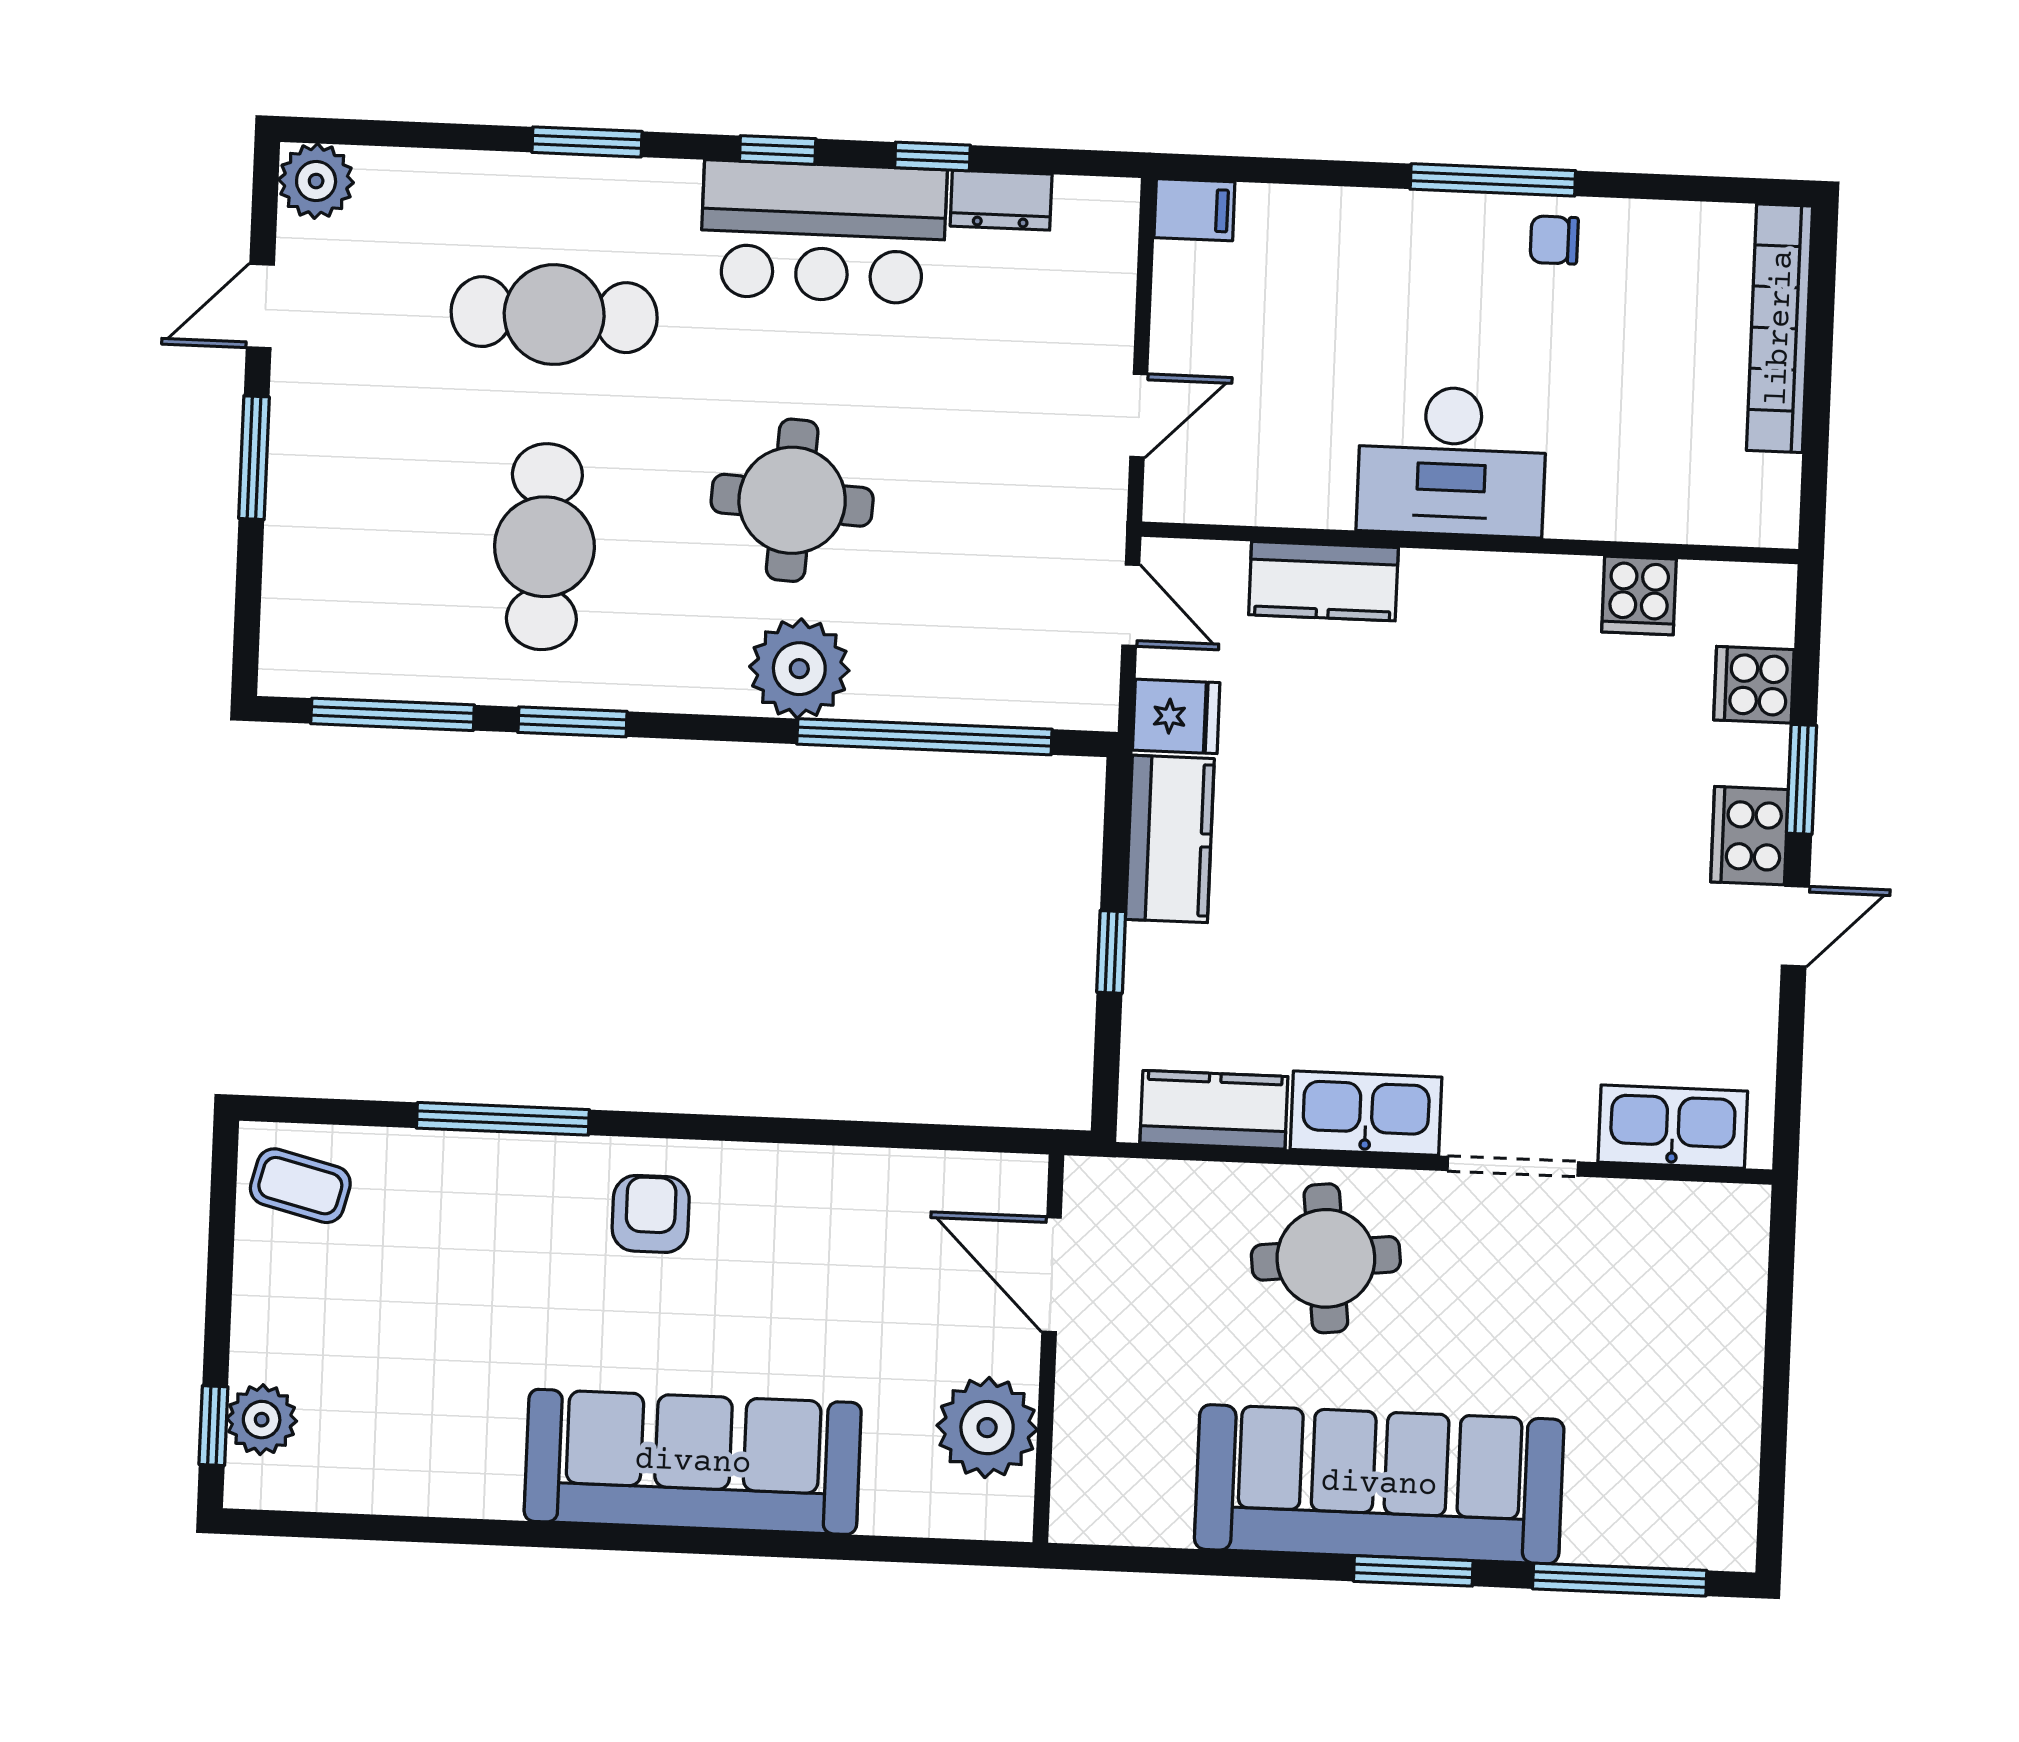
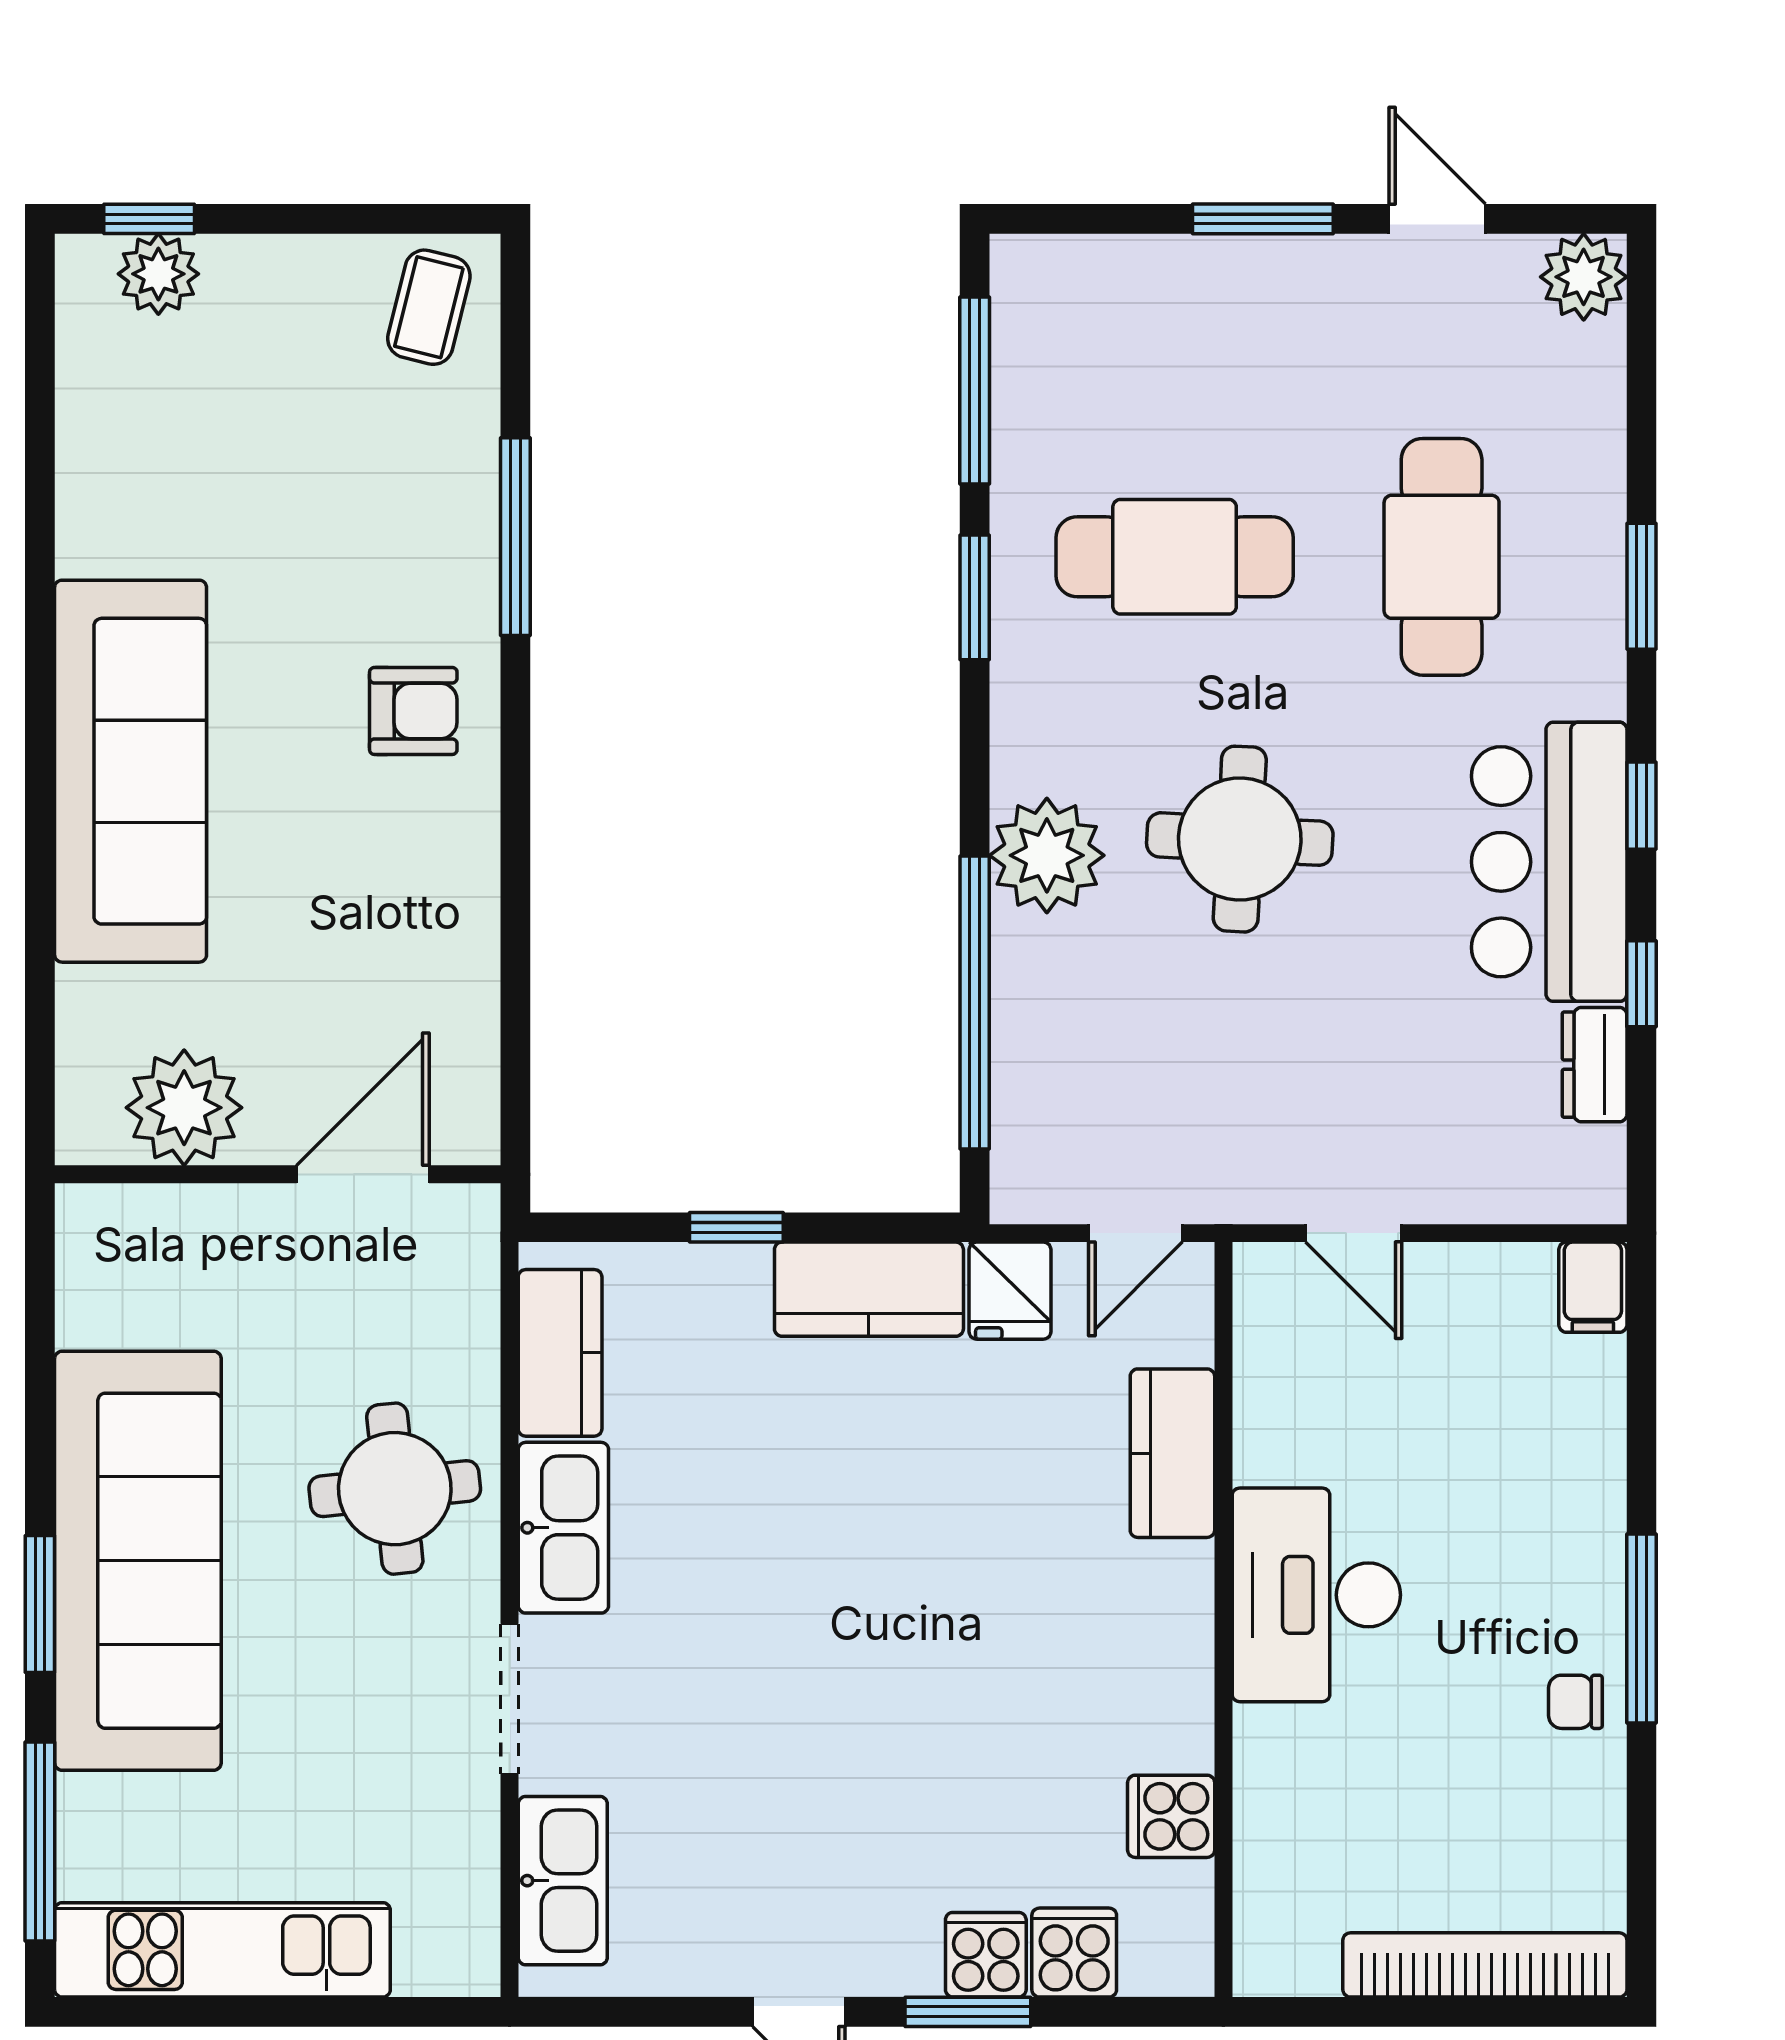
chair: (1554, 240) -> (1575, 1702), turned -90
cooker: (1749, 836) -> (986, 1955), moved, width x0.73
kitchen unit: (1720, 1425) -> (222, 1950), added

